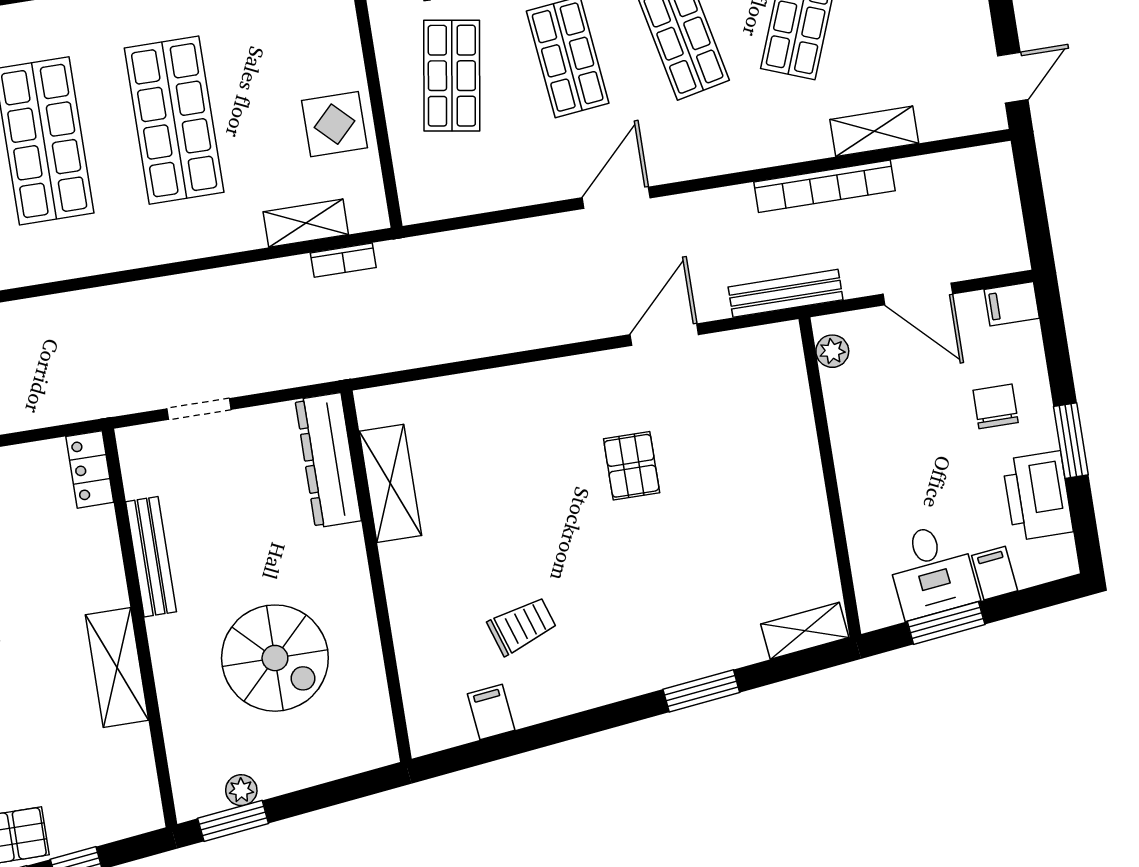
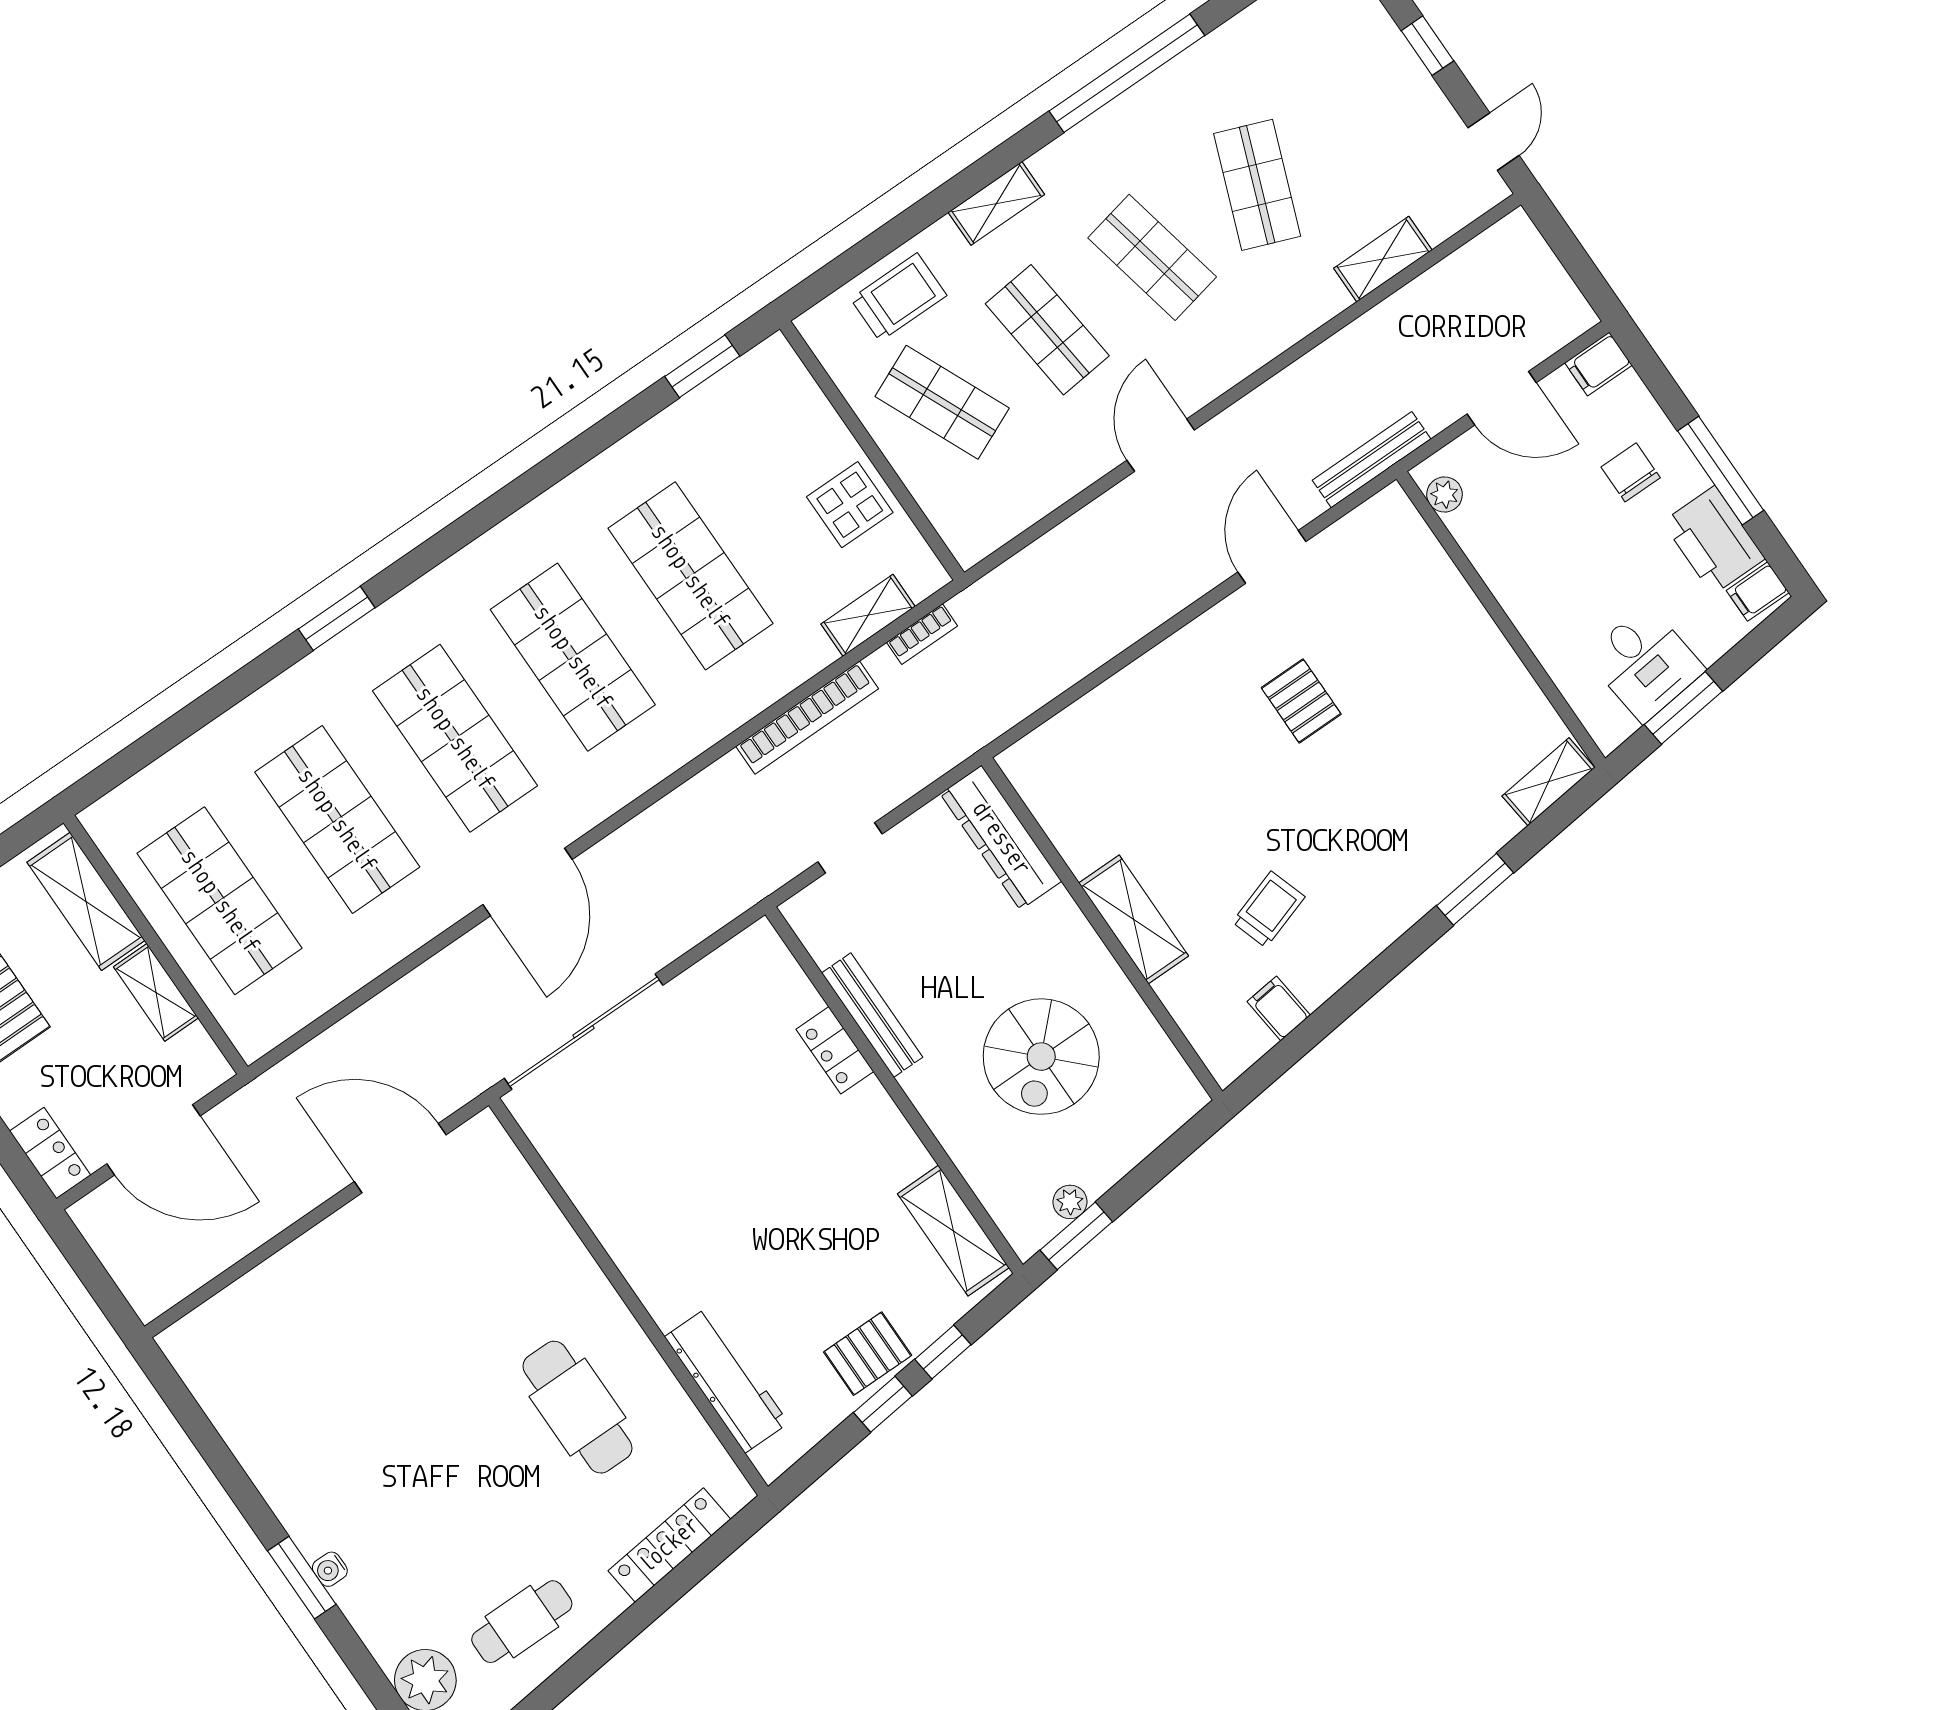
shop shelf: (452, 76) -> (942, 402), turned -33
bookcase: (824, 186) -> (807, 718), moved
window: (1071, 441) -> (1721, 471), width x1.44
locker: (90, 469) -> (835, 1050), moved
shelving: (390, 483) -> (1134, 919), moved
filing cabinet: (995, 573) -> (1758, 592), moved, turned -84
spiral stairs: (275, 658) -> (1041, 1057), turned 90
shelving: (117, 668) -> (953, 1231), moved

